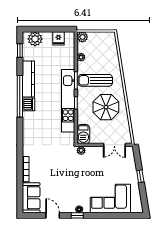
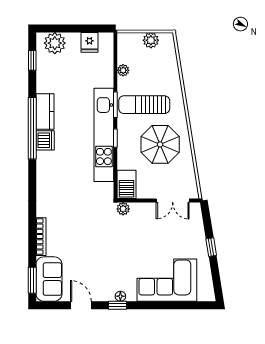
plant: (82, 37) -> (151, 40), moved
kitchen counter: (28, 79) -> (45, 112), width x0.67
window: (20, 199) -> (32, 280), added

